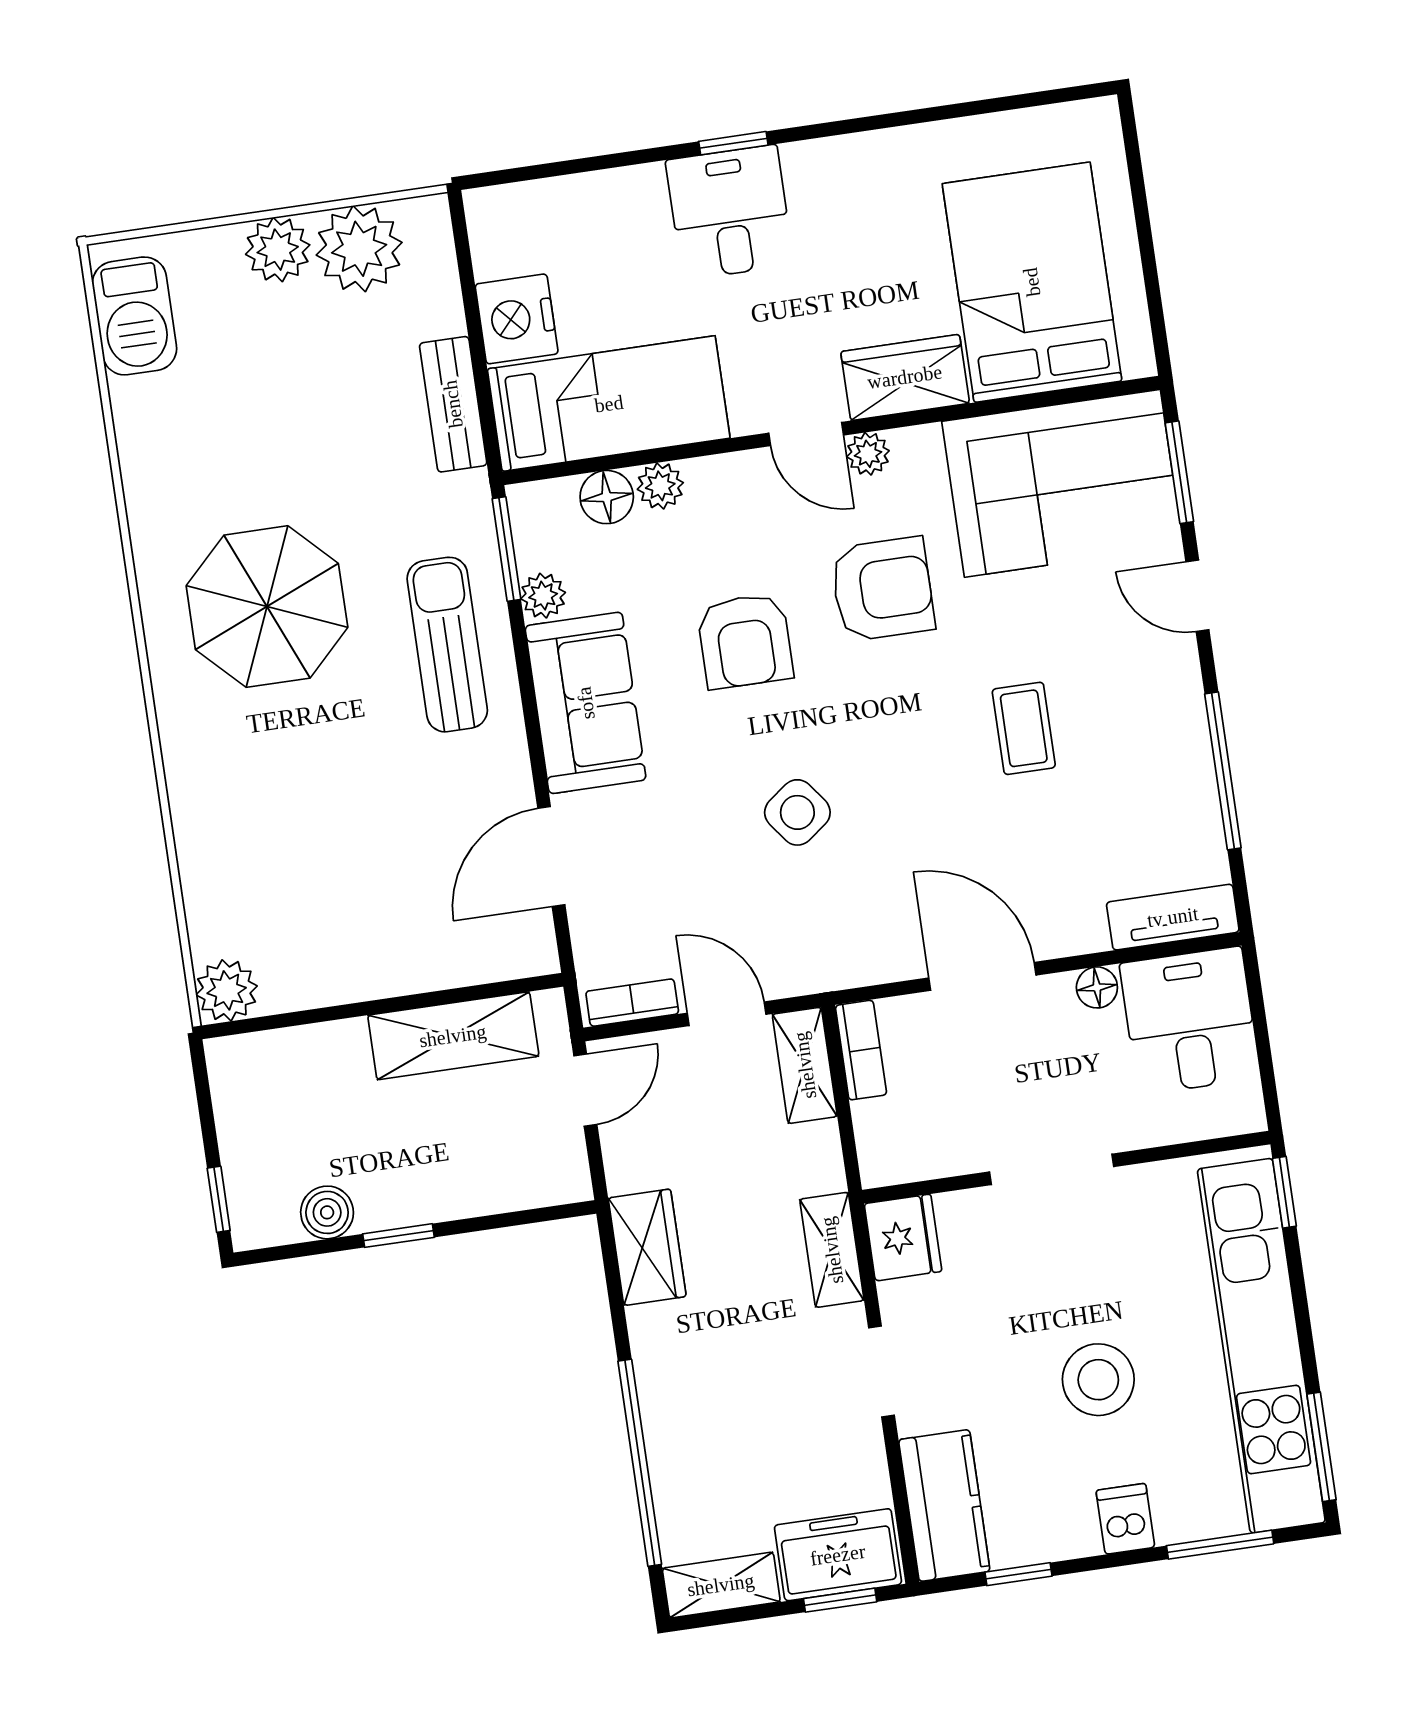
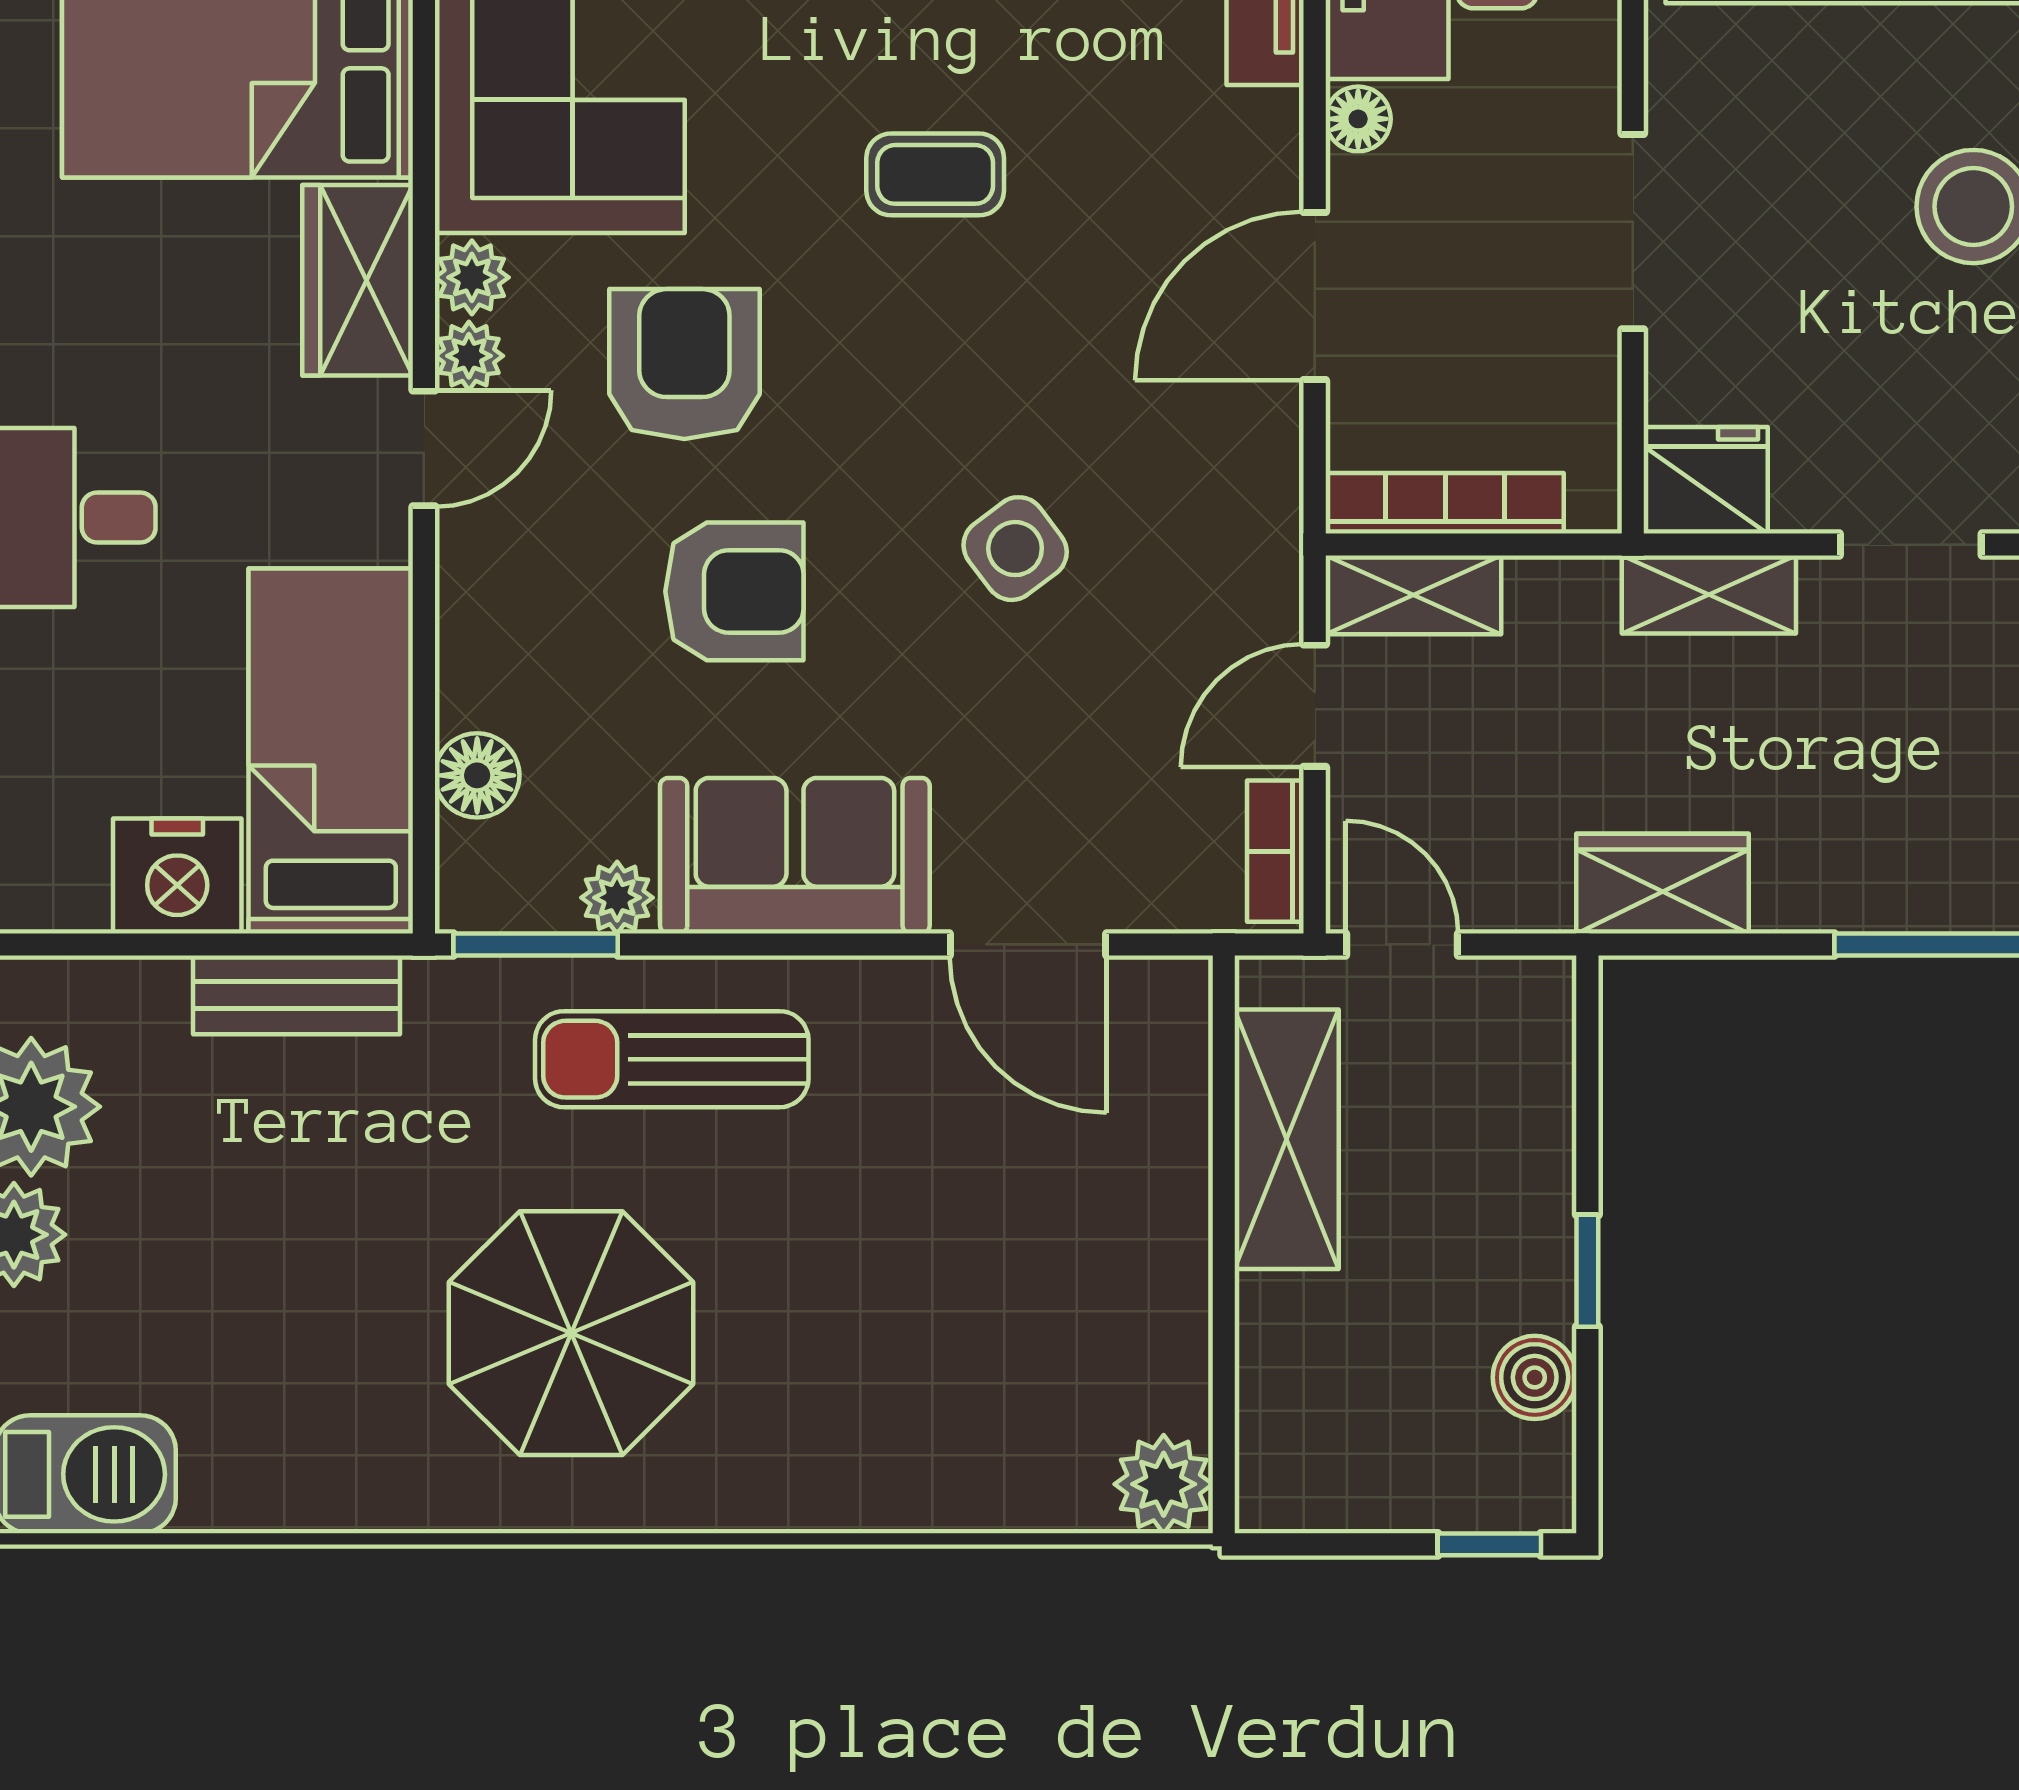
plant: (660, 486) -> (472, 277), moved
bookcase: (861, 1050) -> (1445, 503), width x1.56

